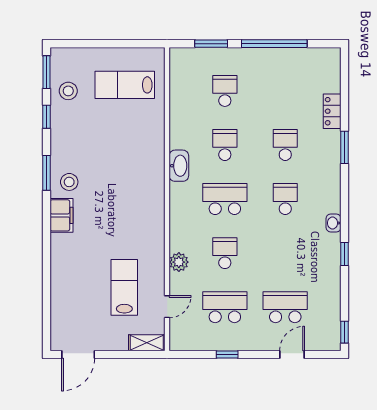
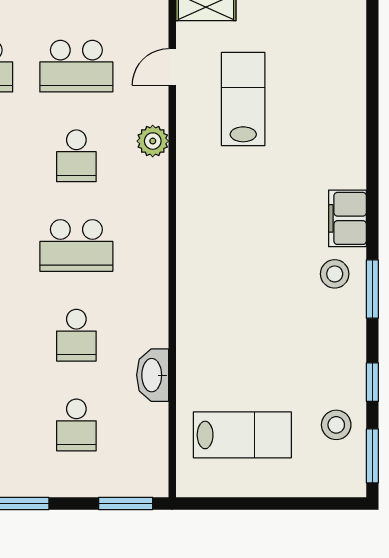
window: (211, 44) -> (126, 503), moved
washbasin: (179, 166) -> (153, 375), moved
lab bench: (124, 287) -> (243, 99), turned 180

